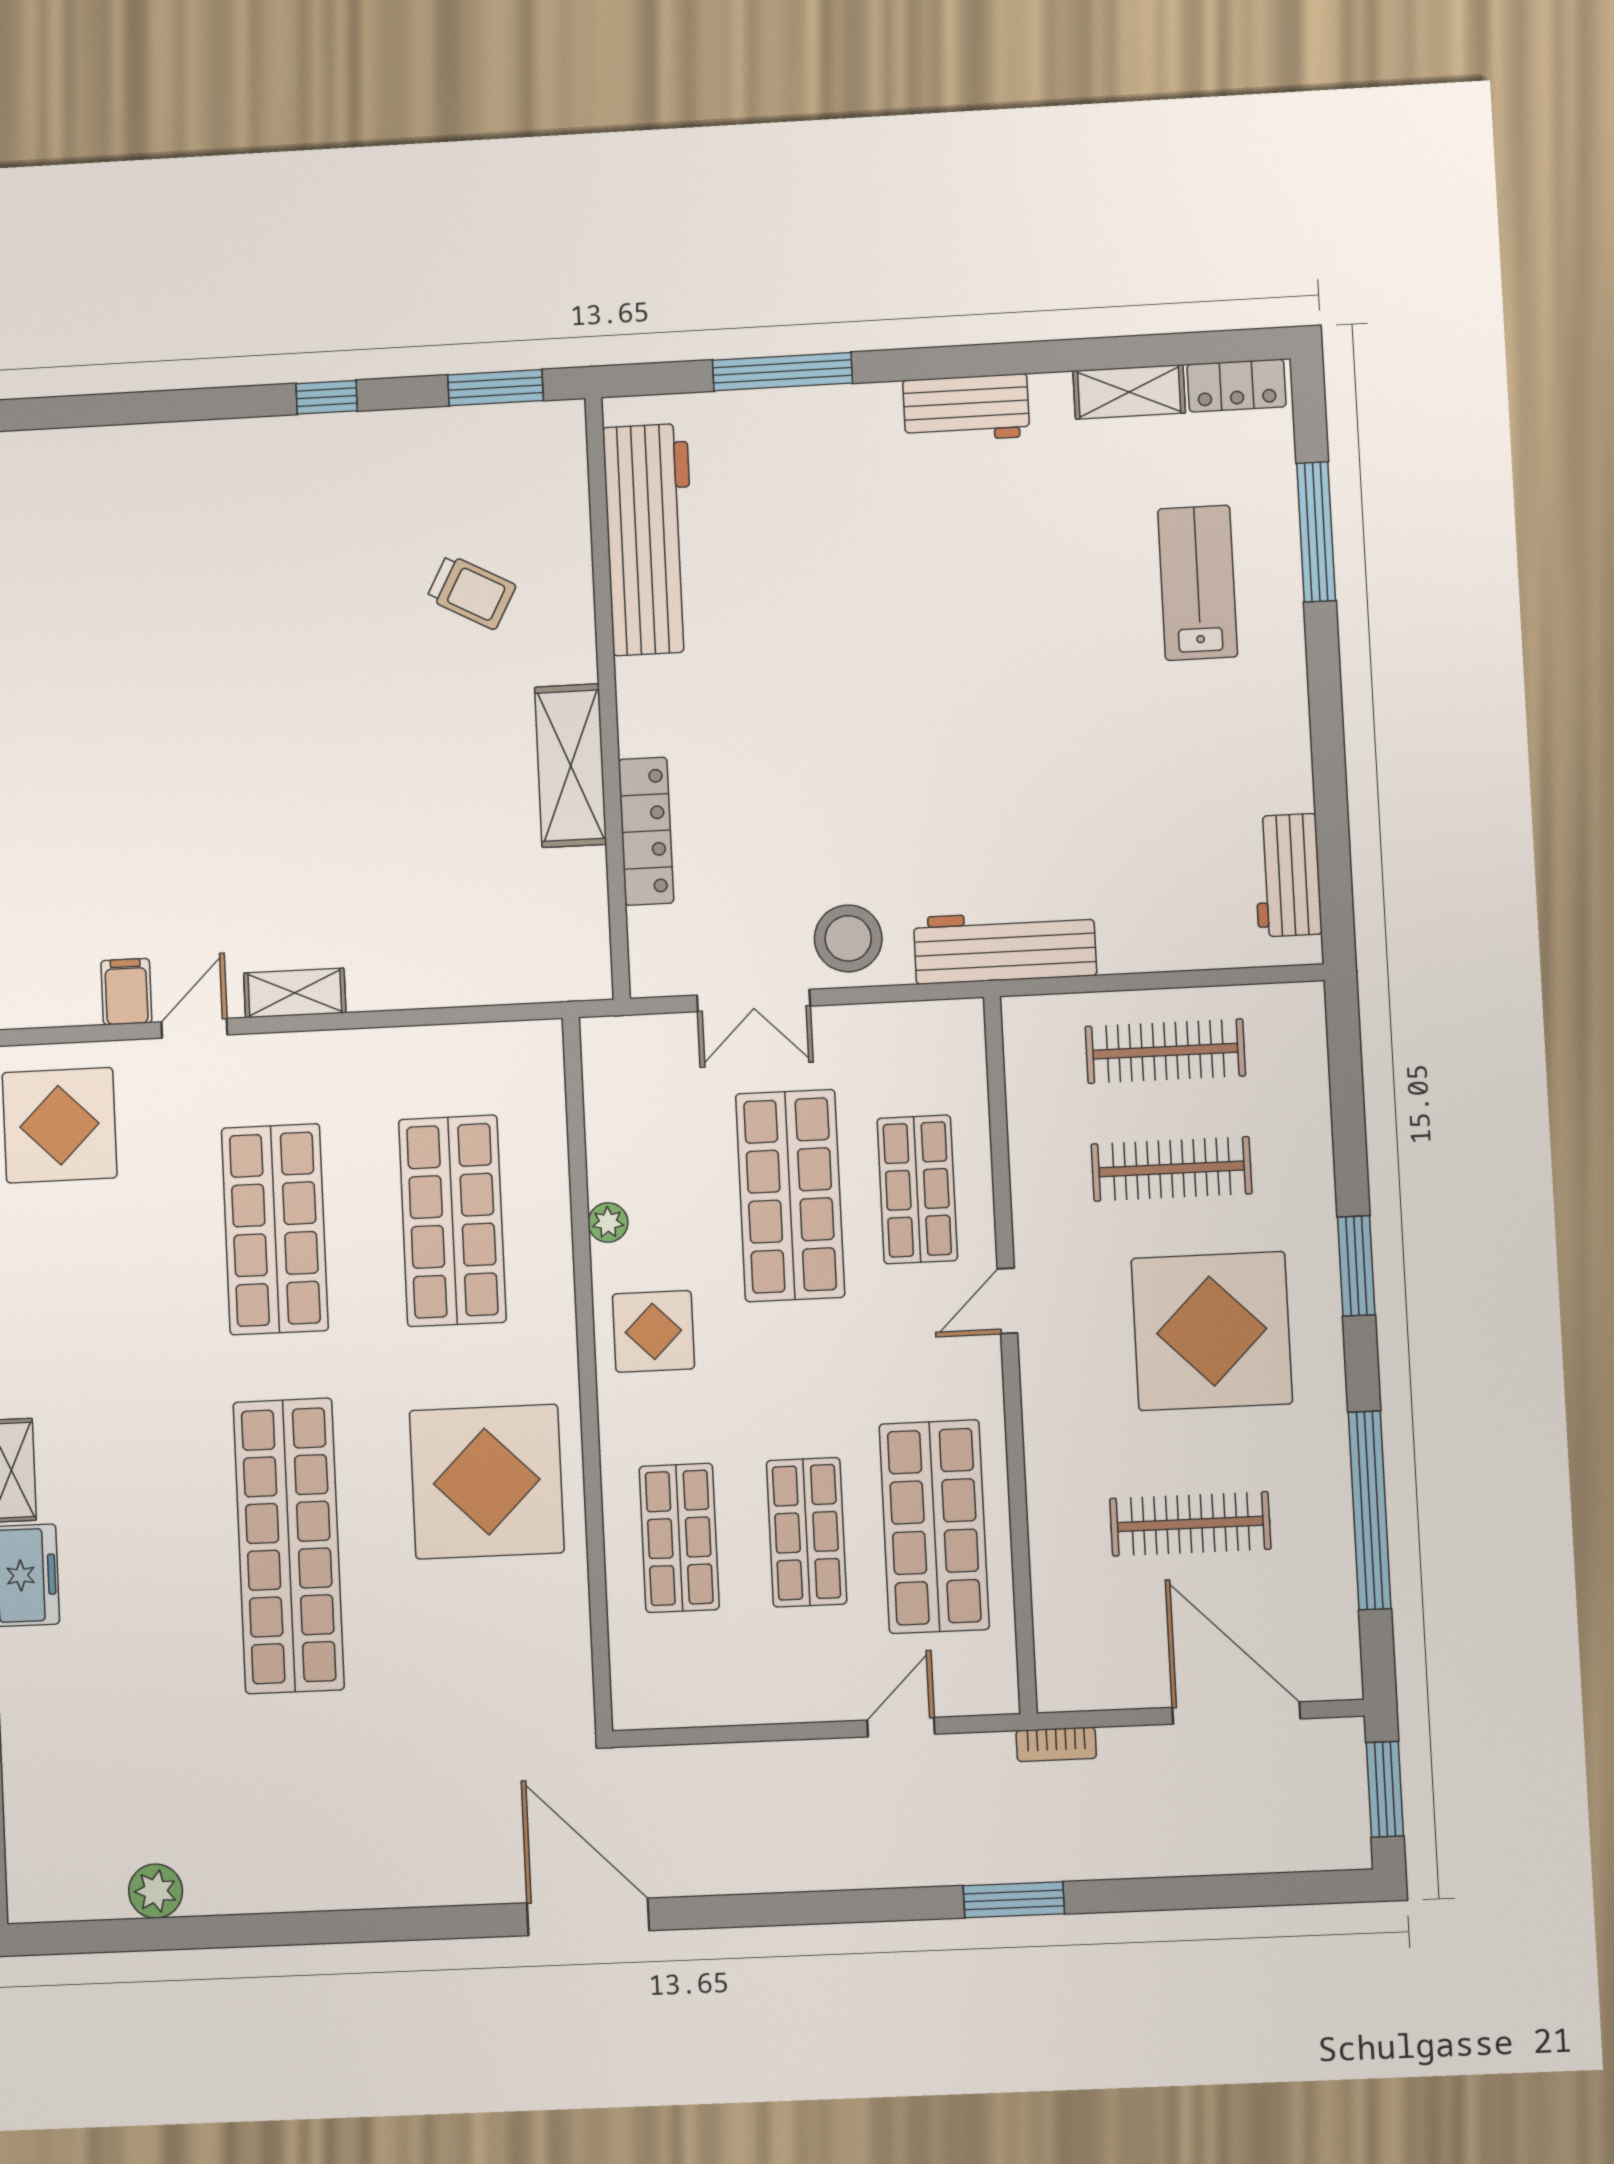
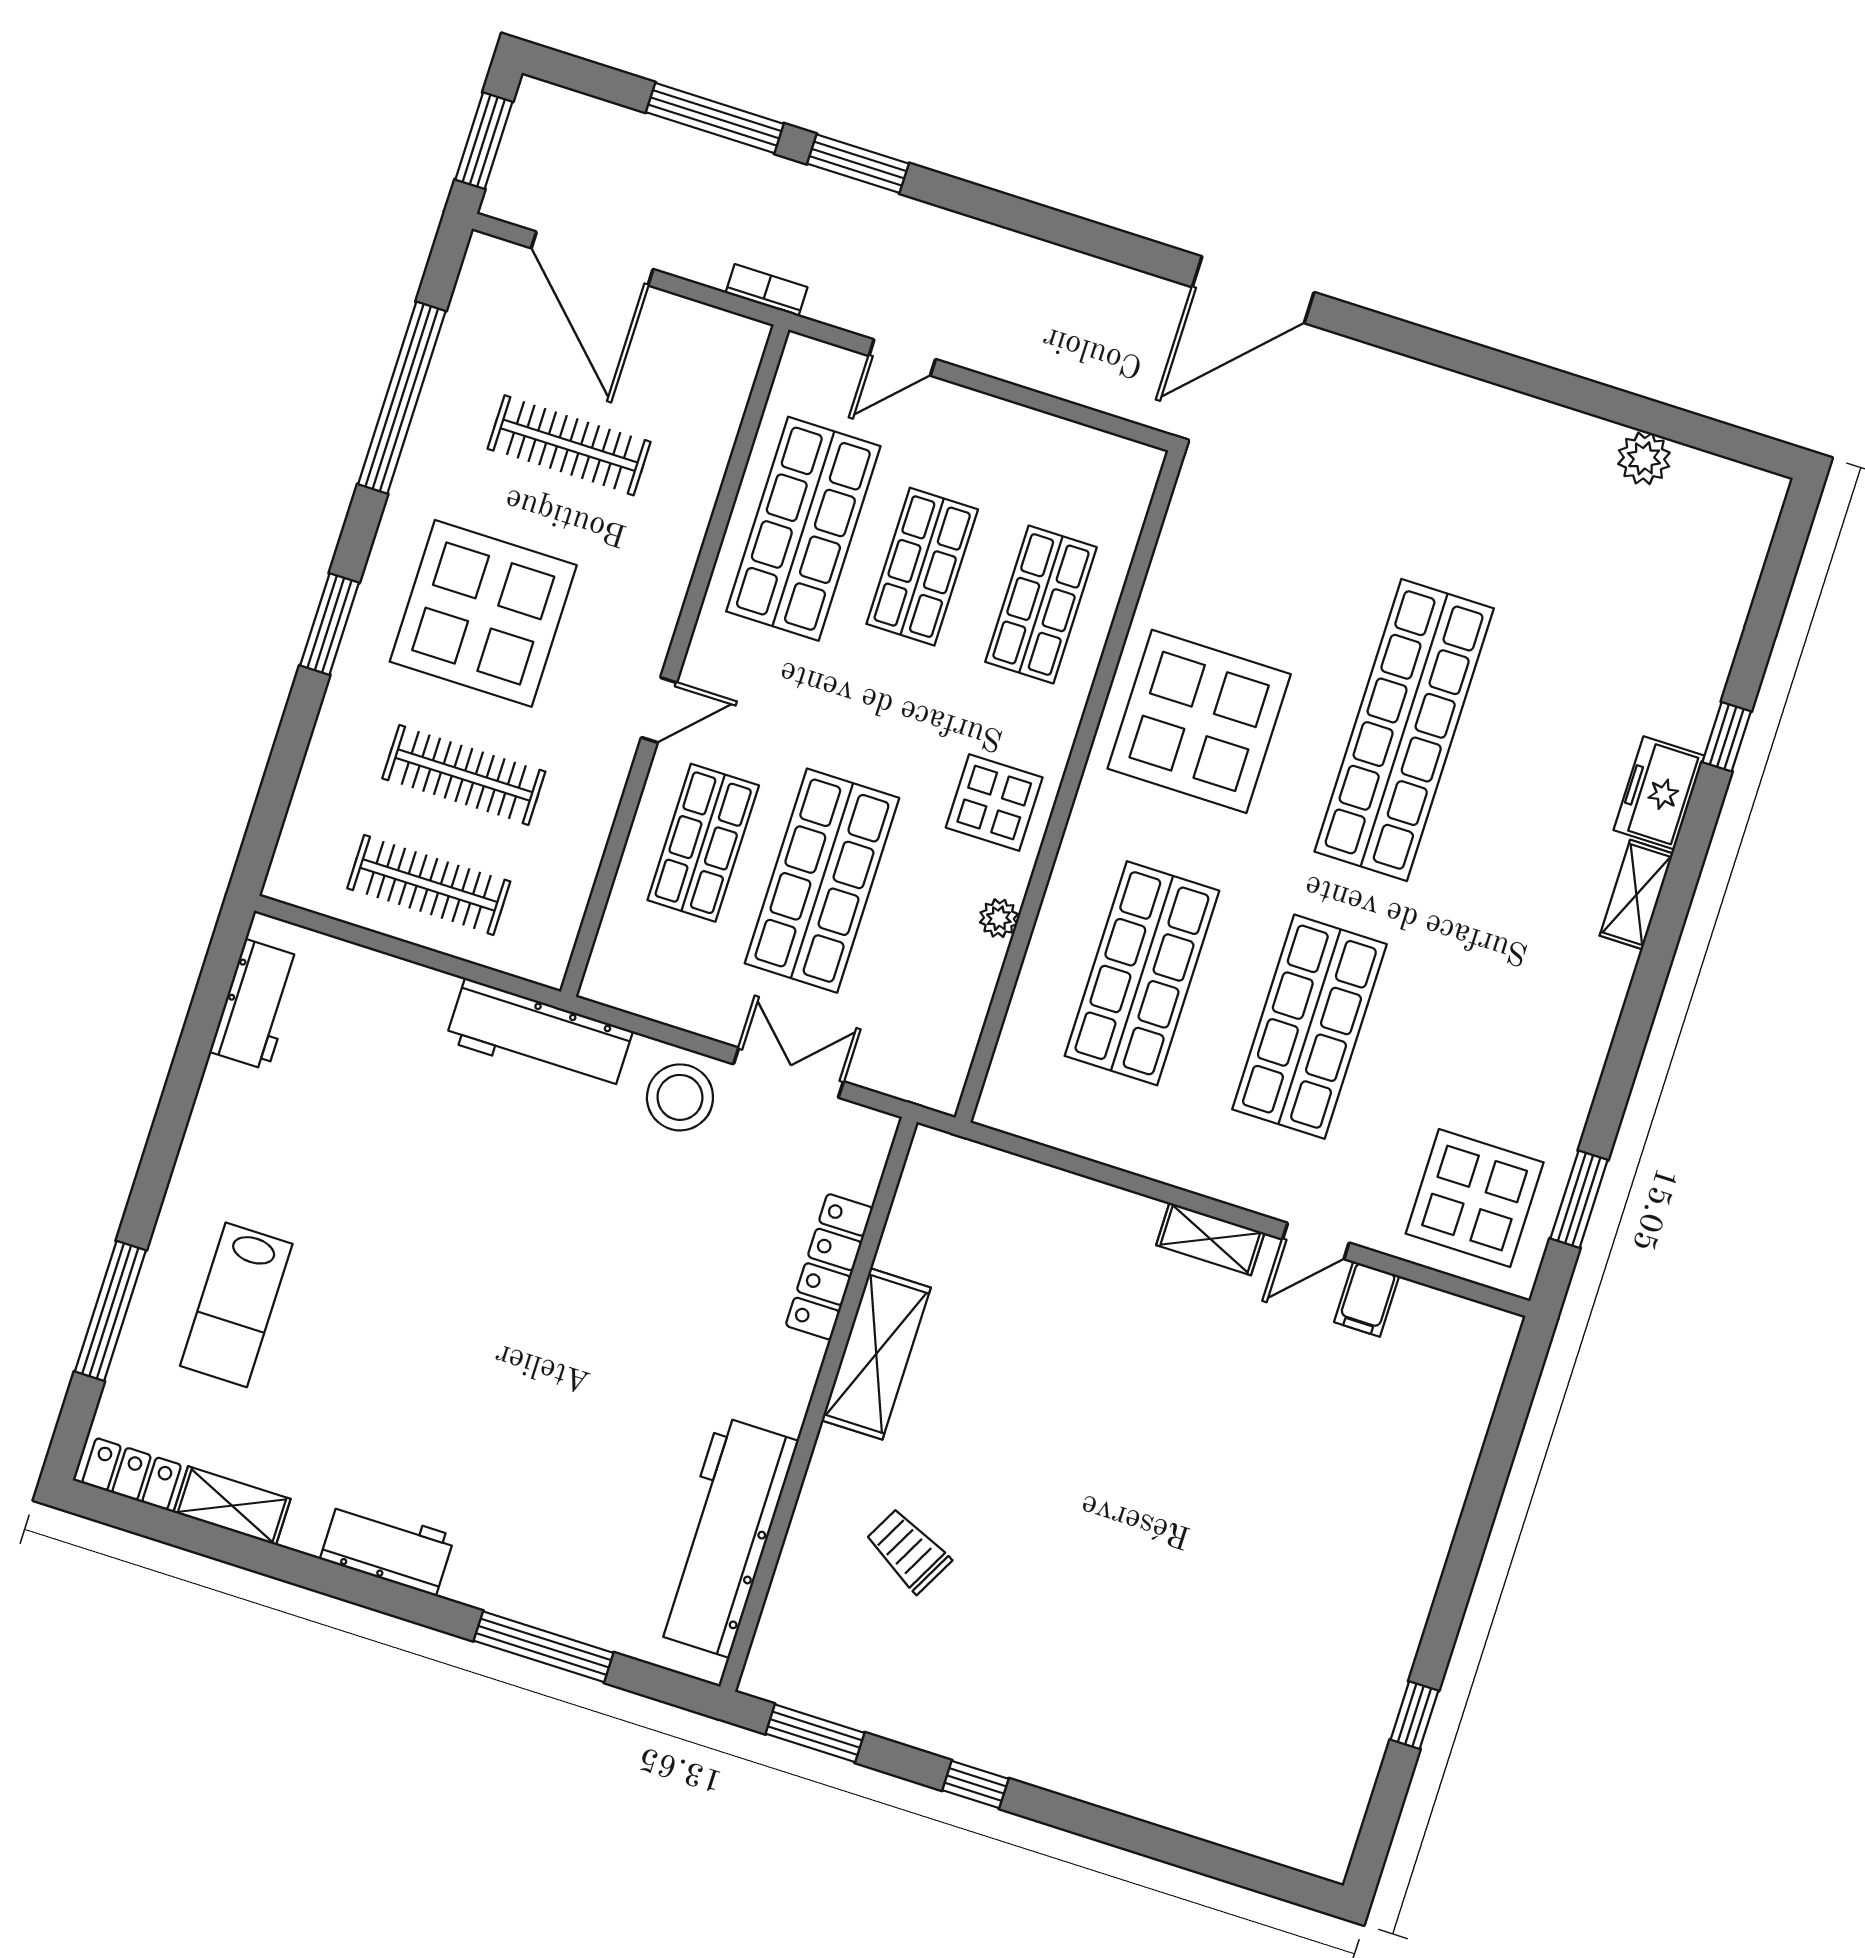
window: (1169, 1894) -> (715, 118), added
door: (588, 1917) -> (1253, 290), hinge flipped

